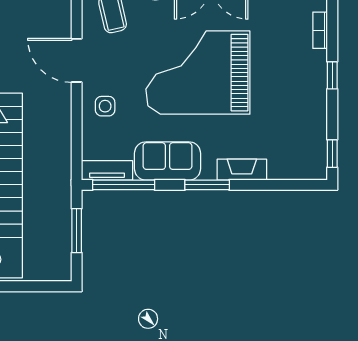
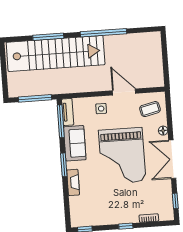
door: (77, 60) -> (124, 92), hinge flipped
grand piano: (198, 73) -> (122, 156), turned 180
window: (77, 231) -> (35, 98), width x1.44

